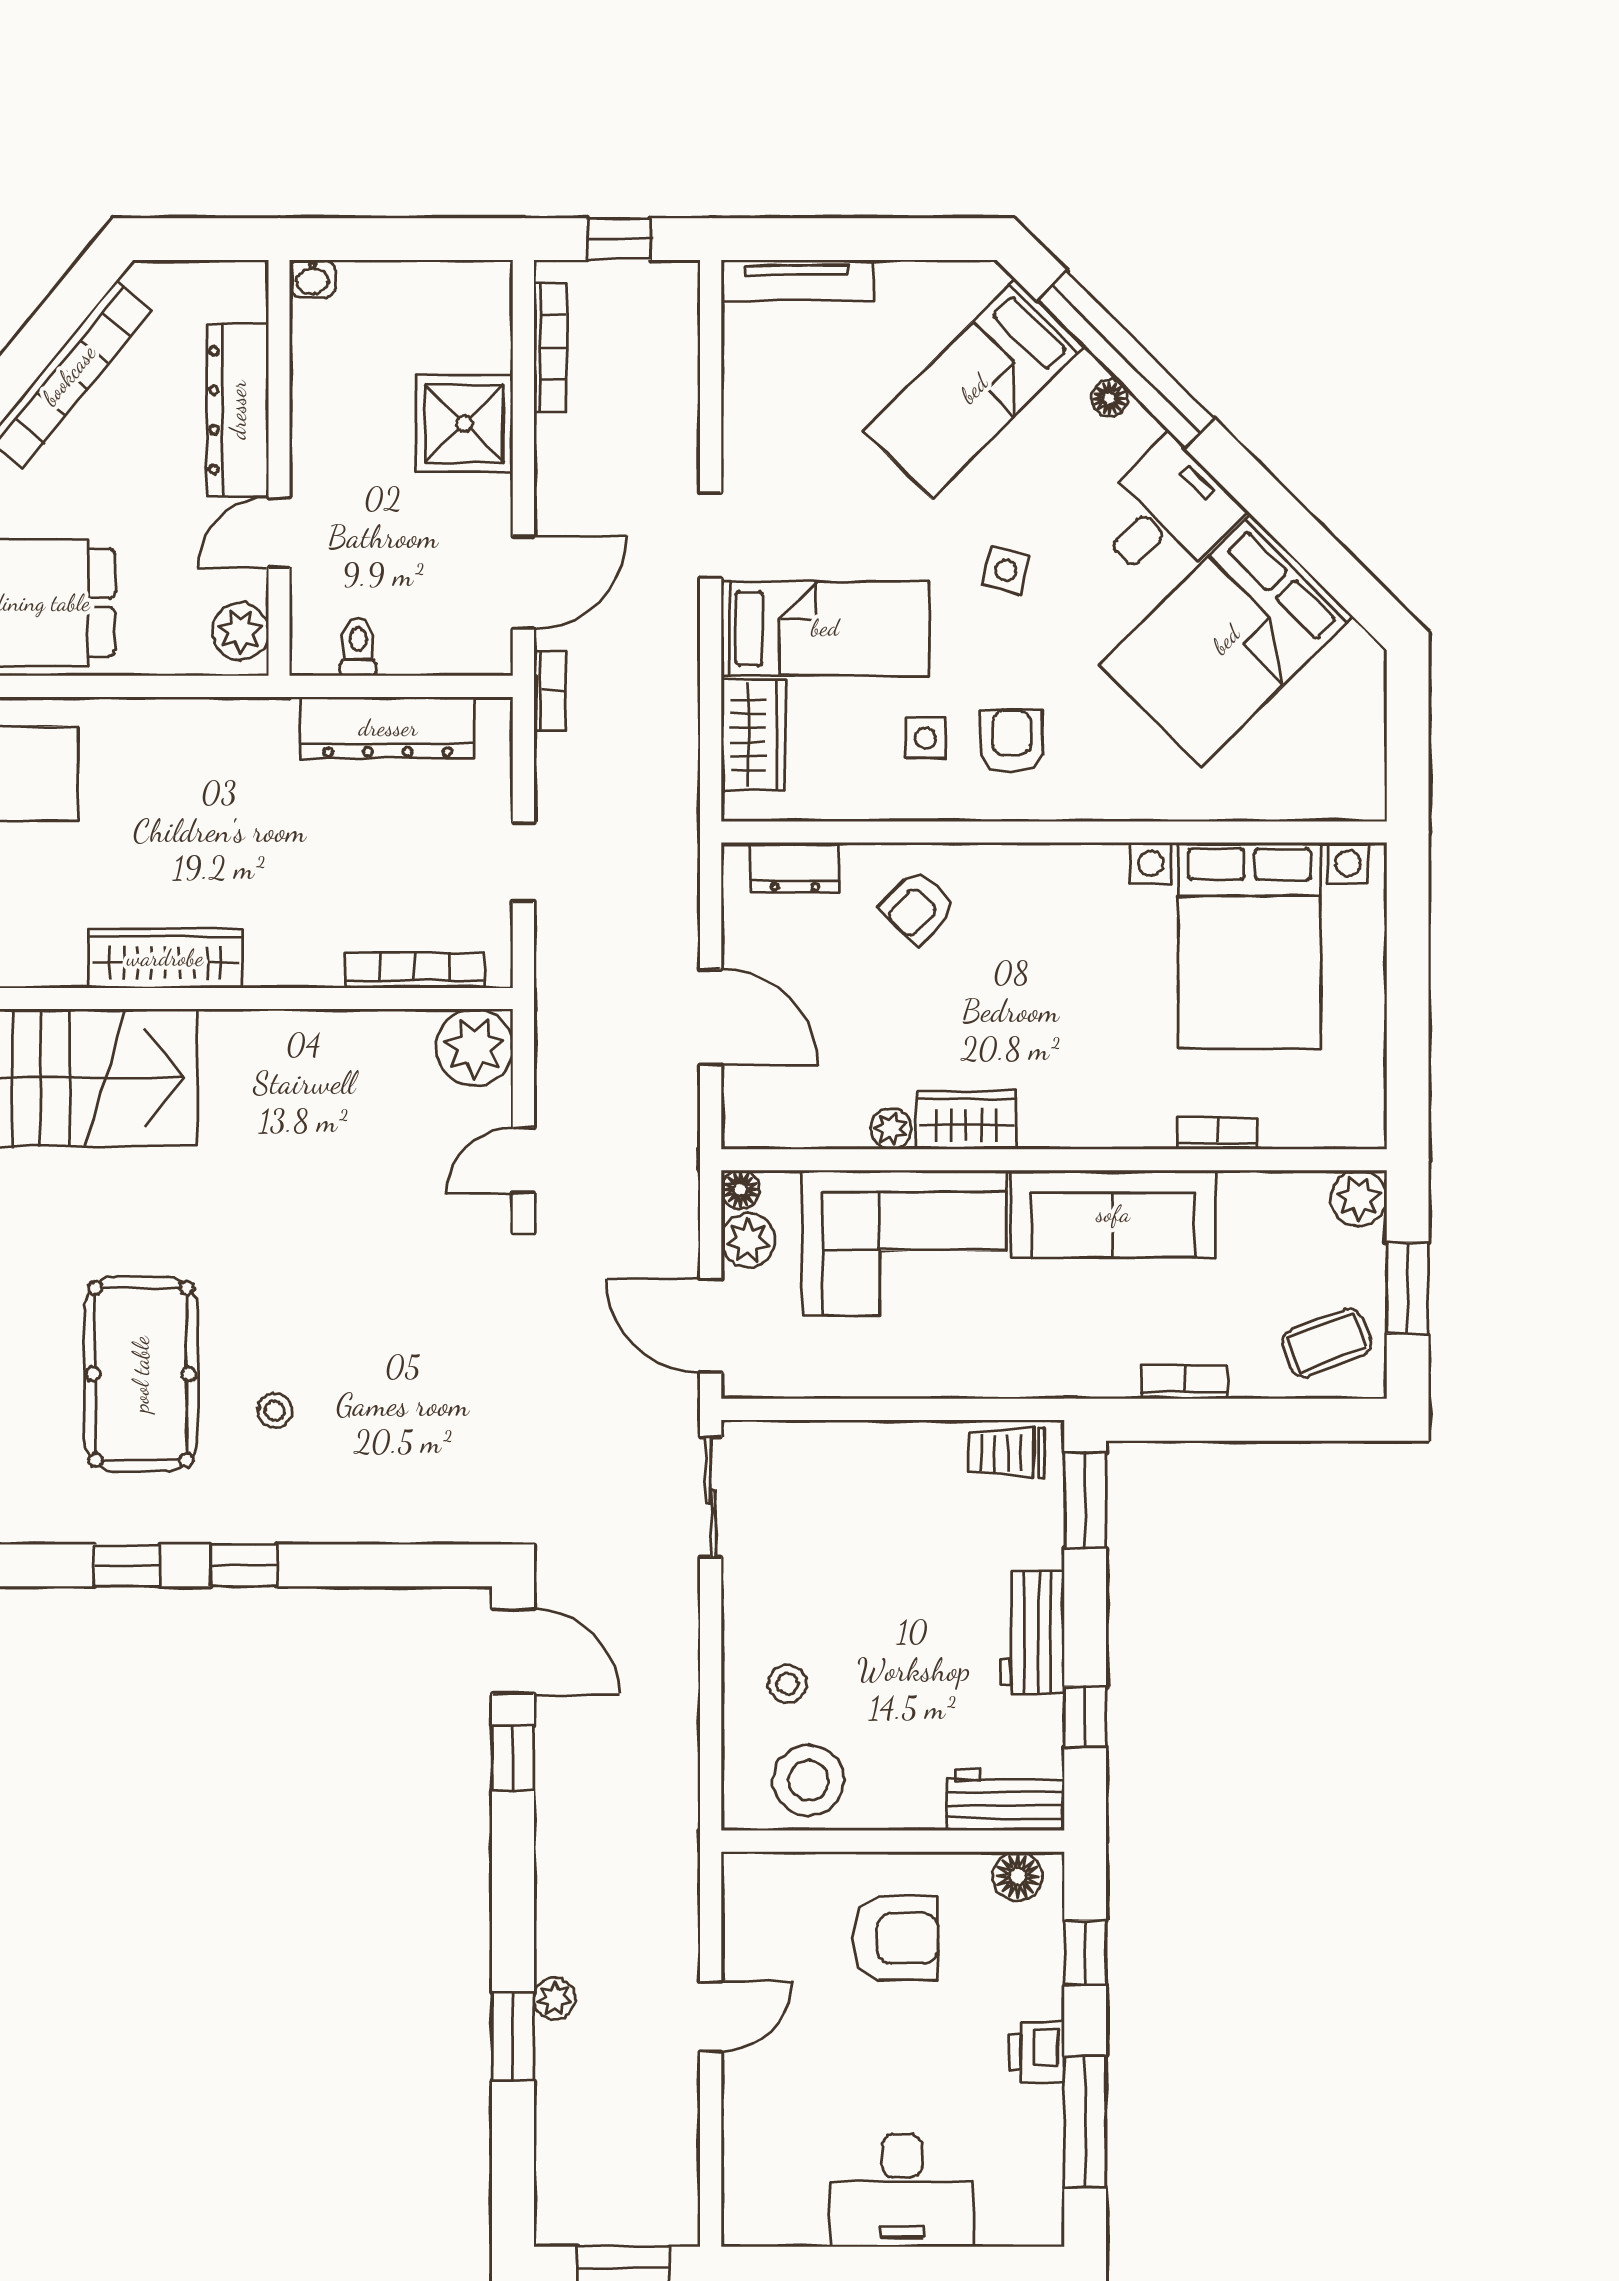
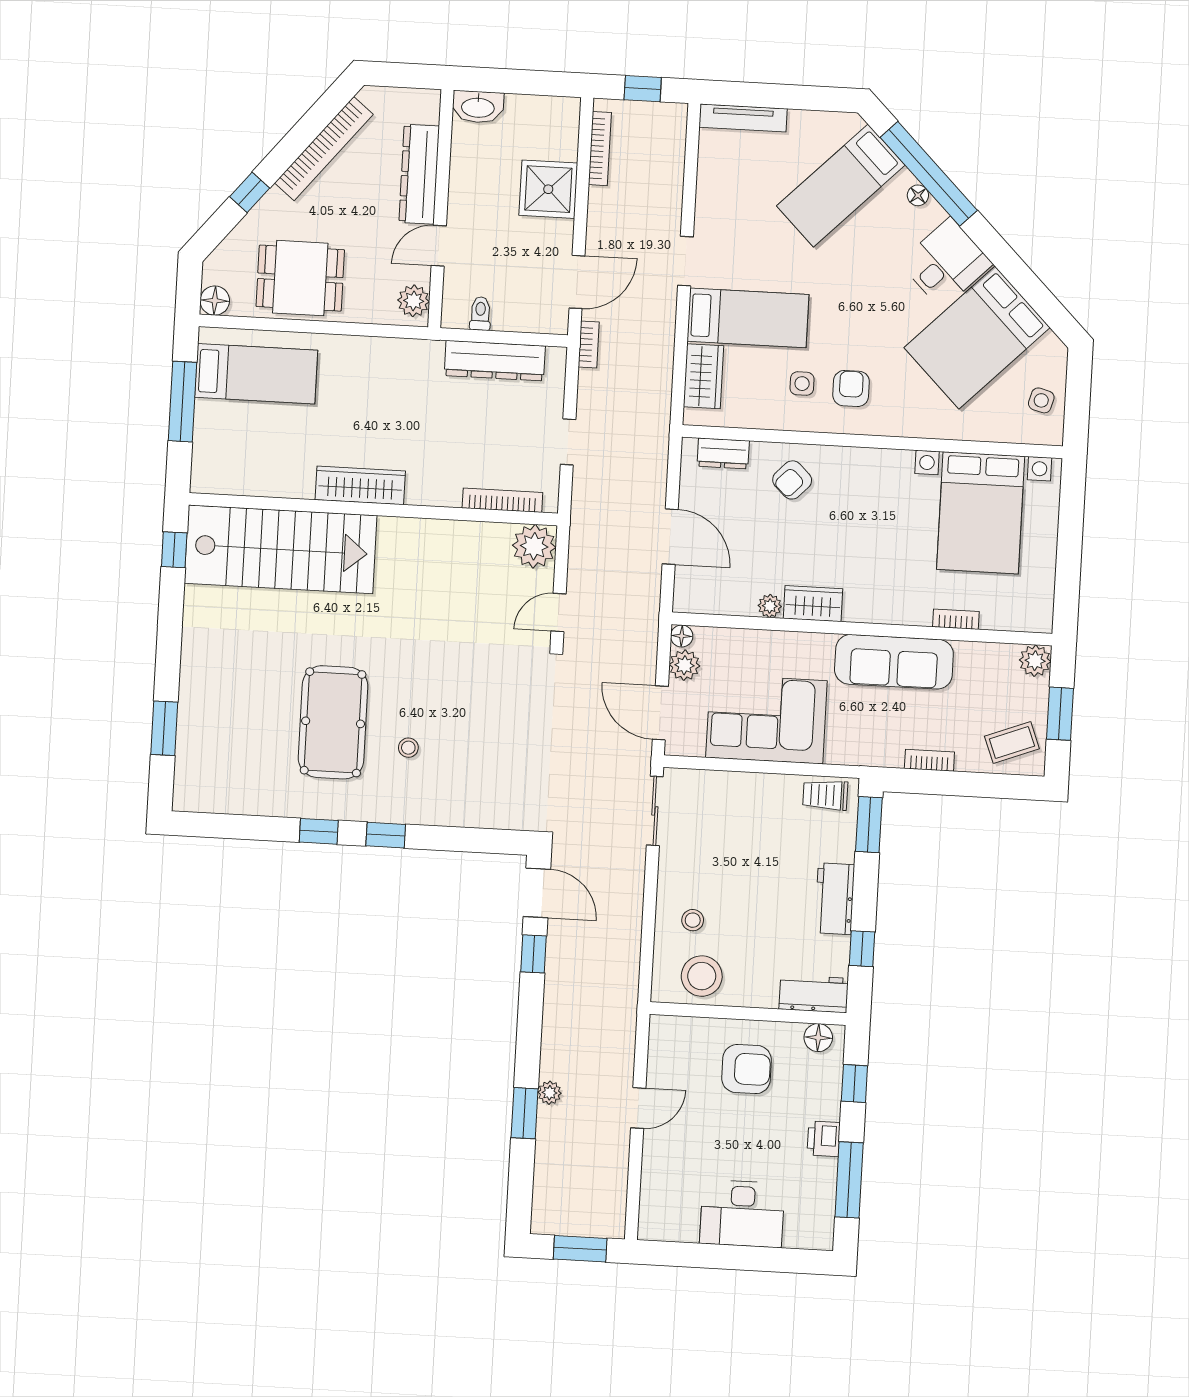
washbasin: (312, 279) -> (478, 107), width x1.91, depth x1.45
side table: (1006, 570) -> (1041, 400), moved
corner sofa: (904, 1243) -> (766, 719), moved, turned 180

